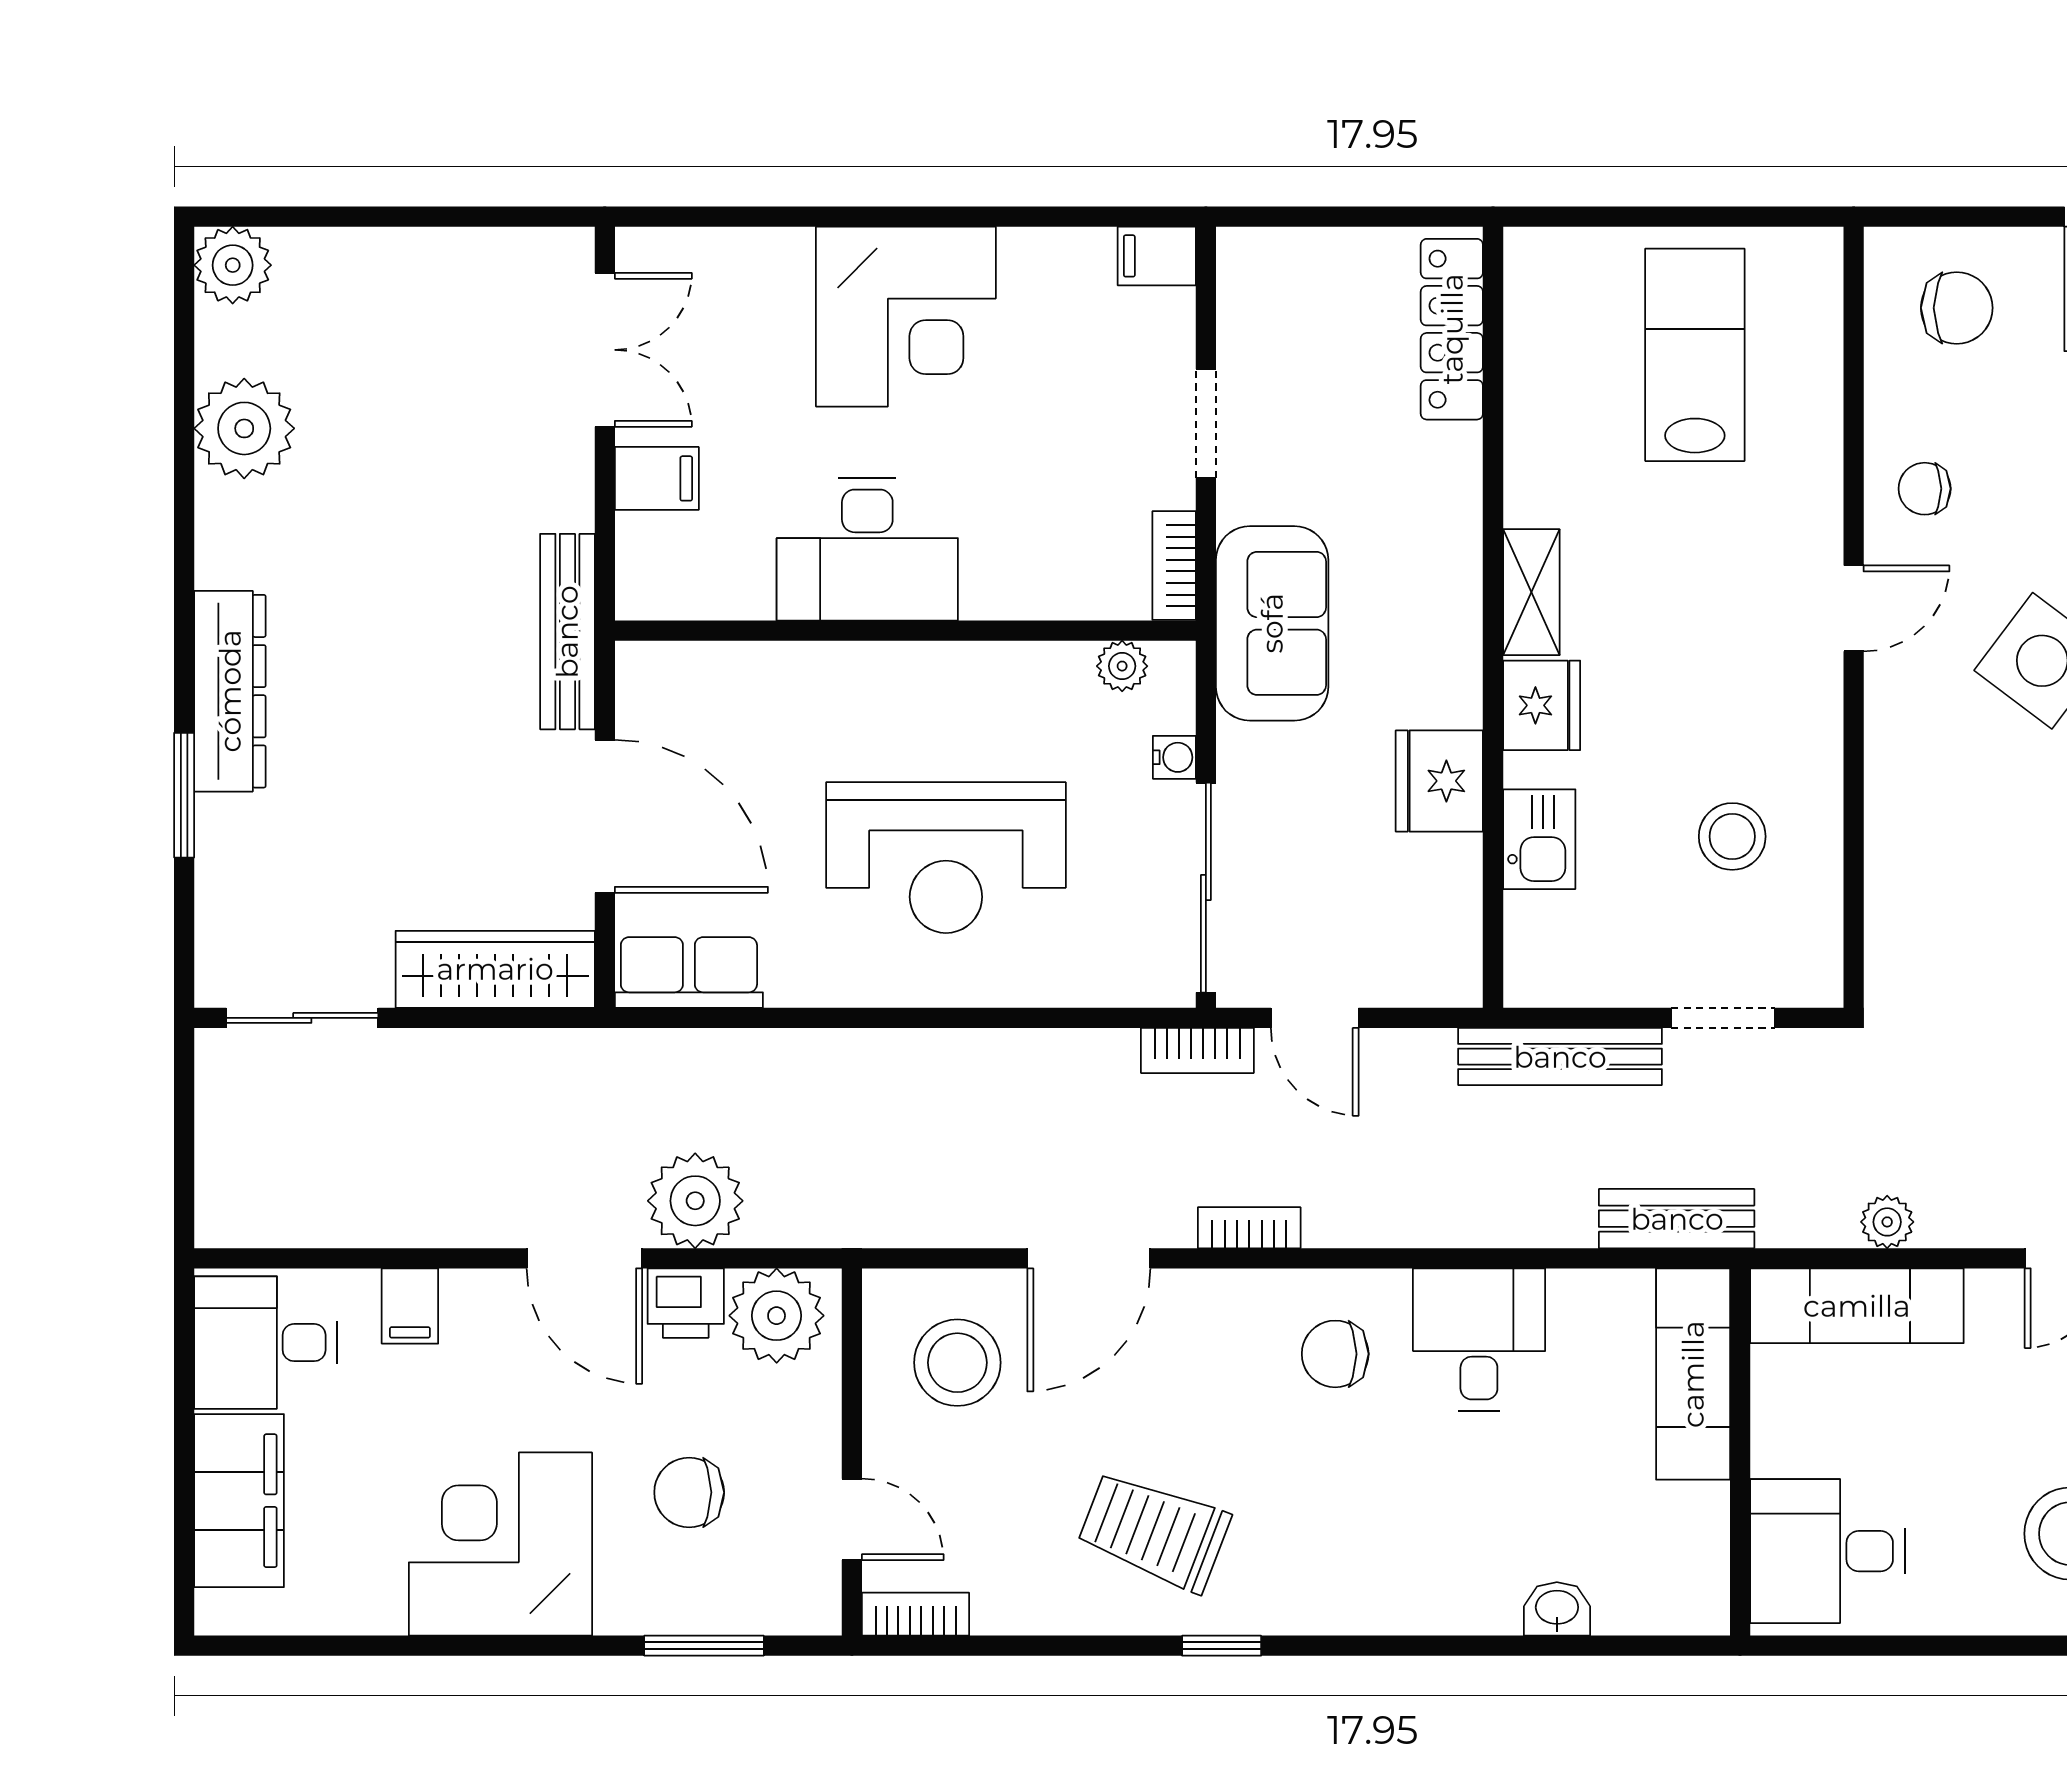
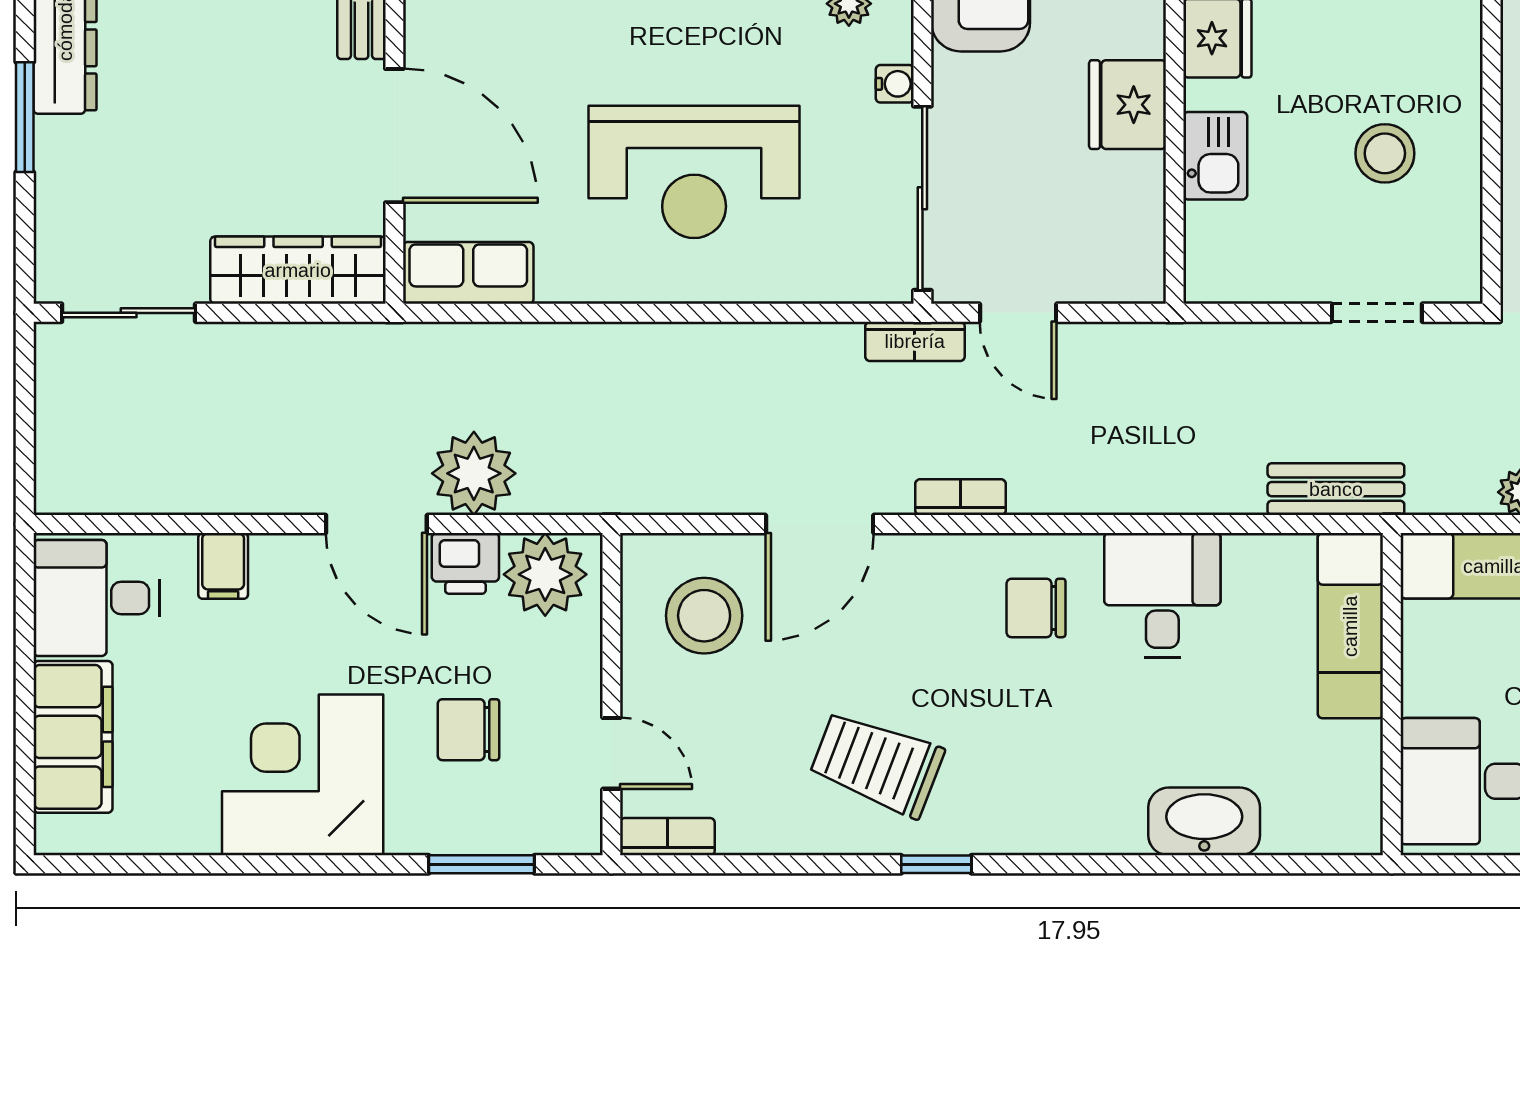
bench: (1560, 1057) -> (1234, 347), removed
washbasin: (1557, 1609) -> (1204, 821), width x1.91, depth x1.45

